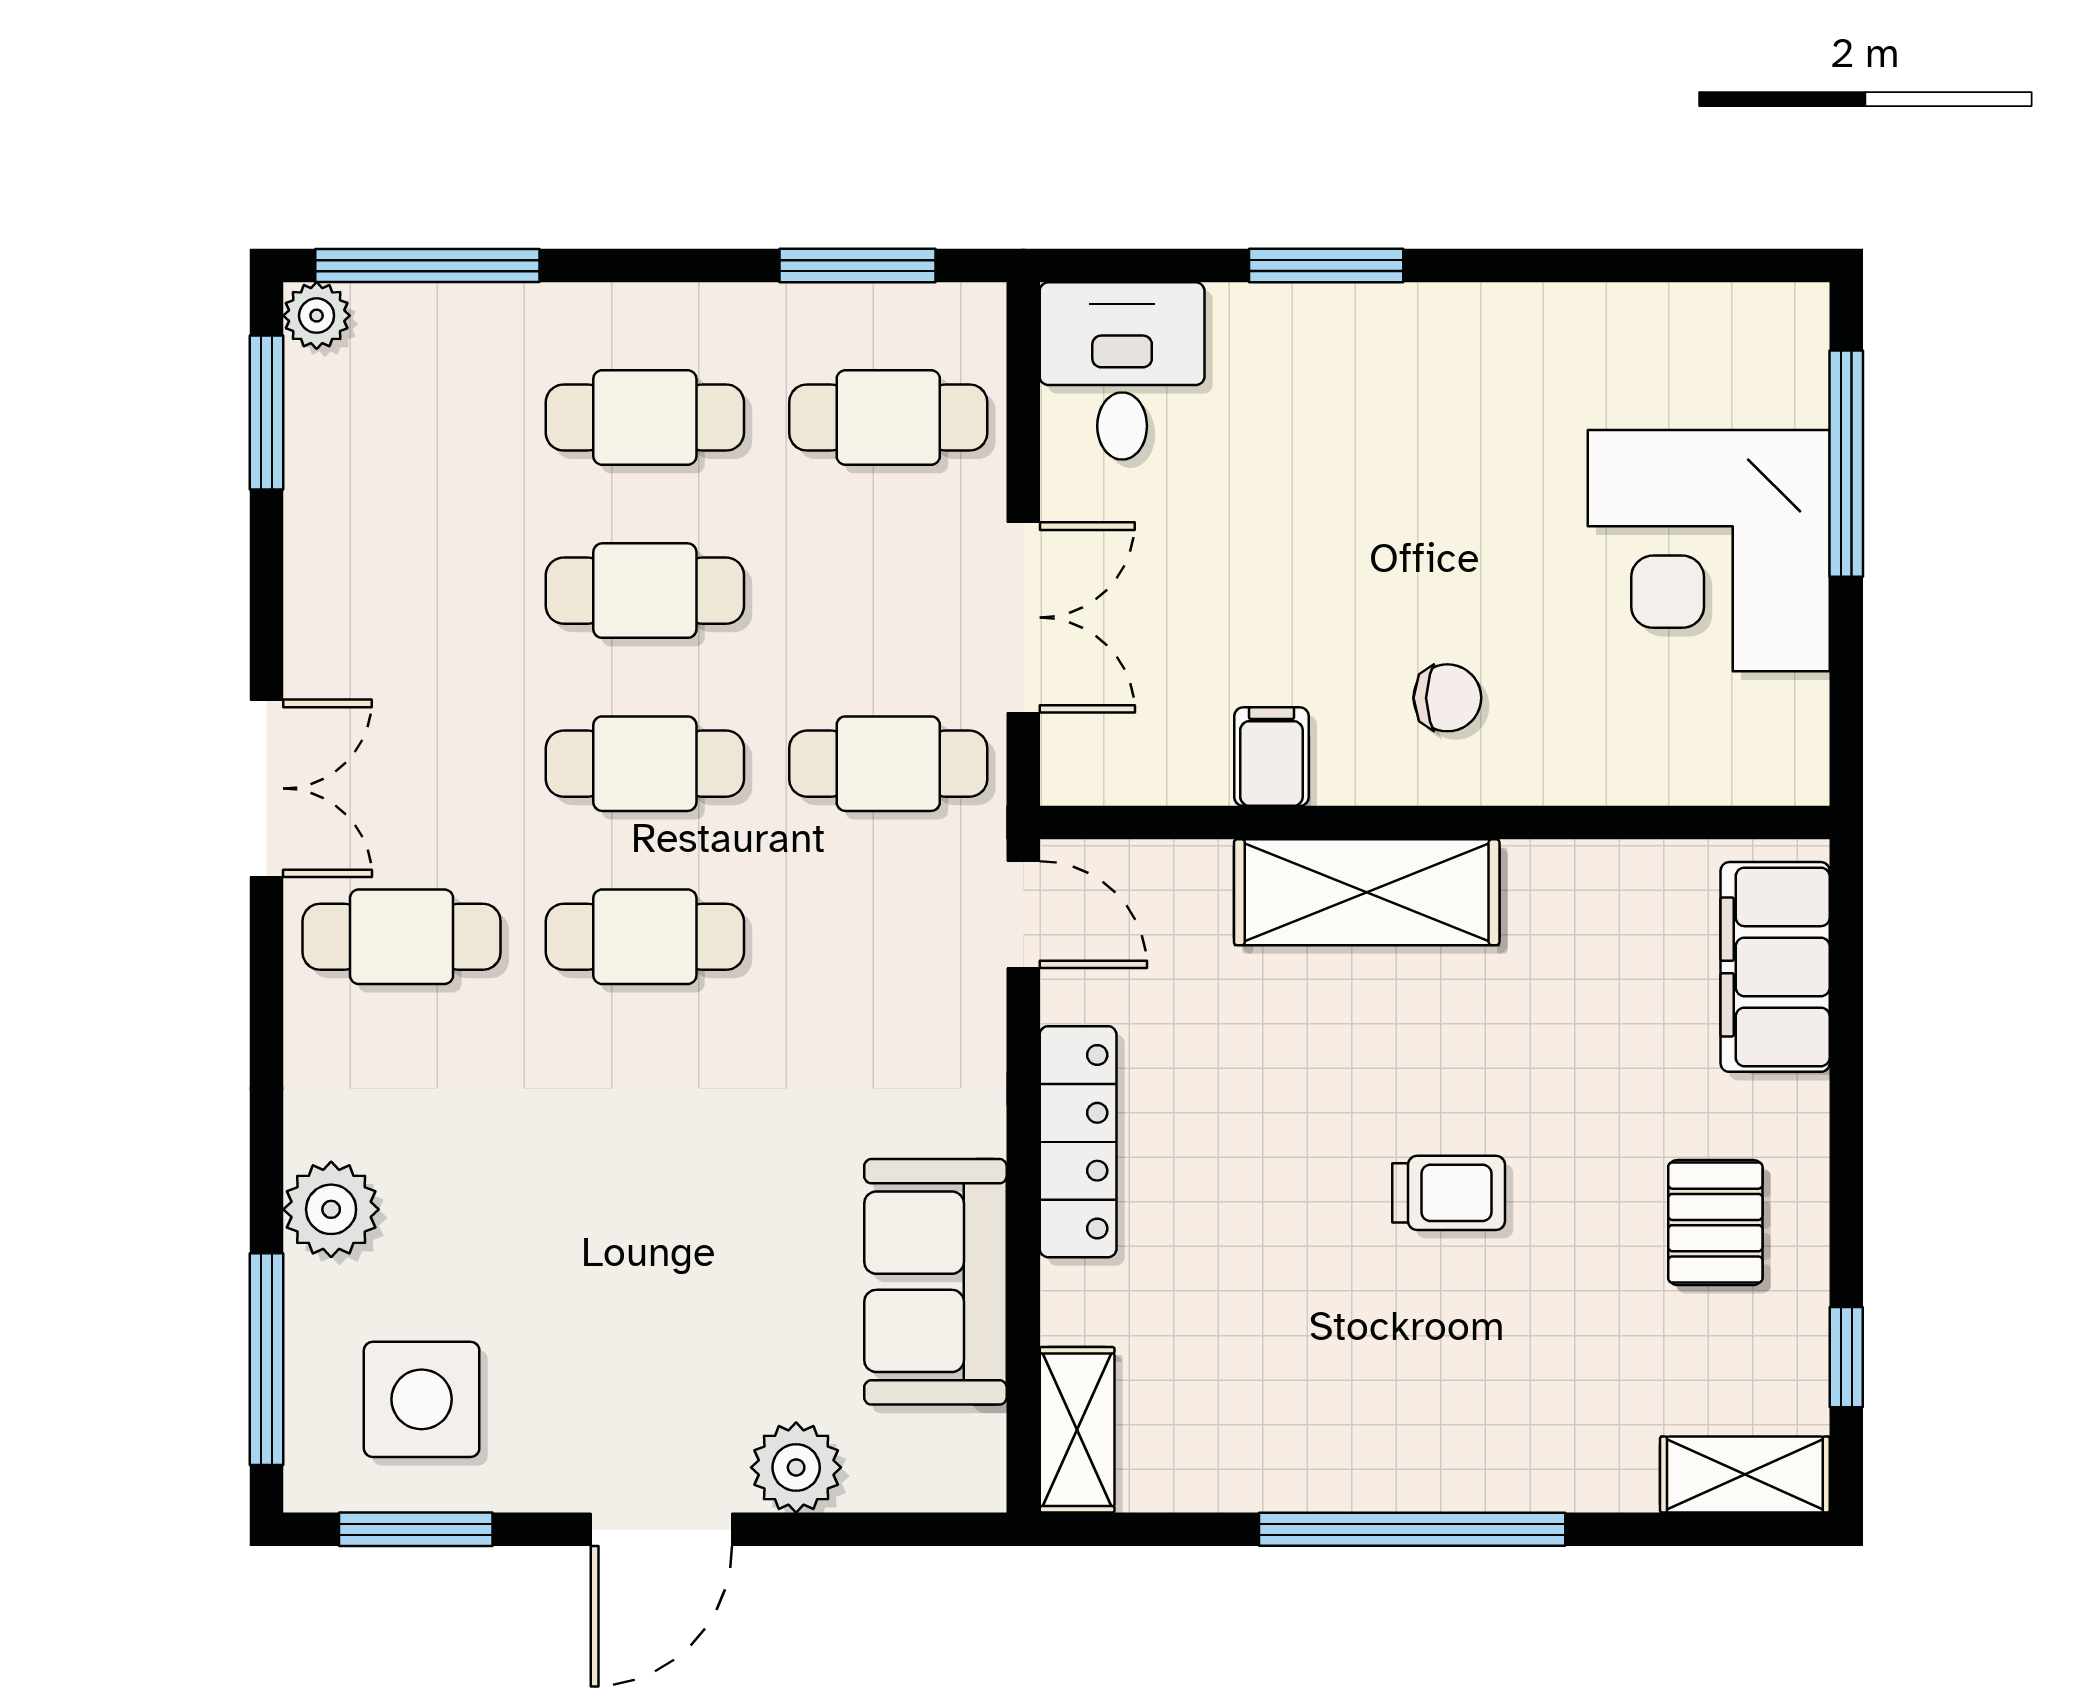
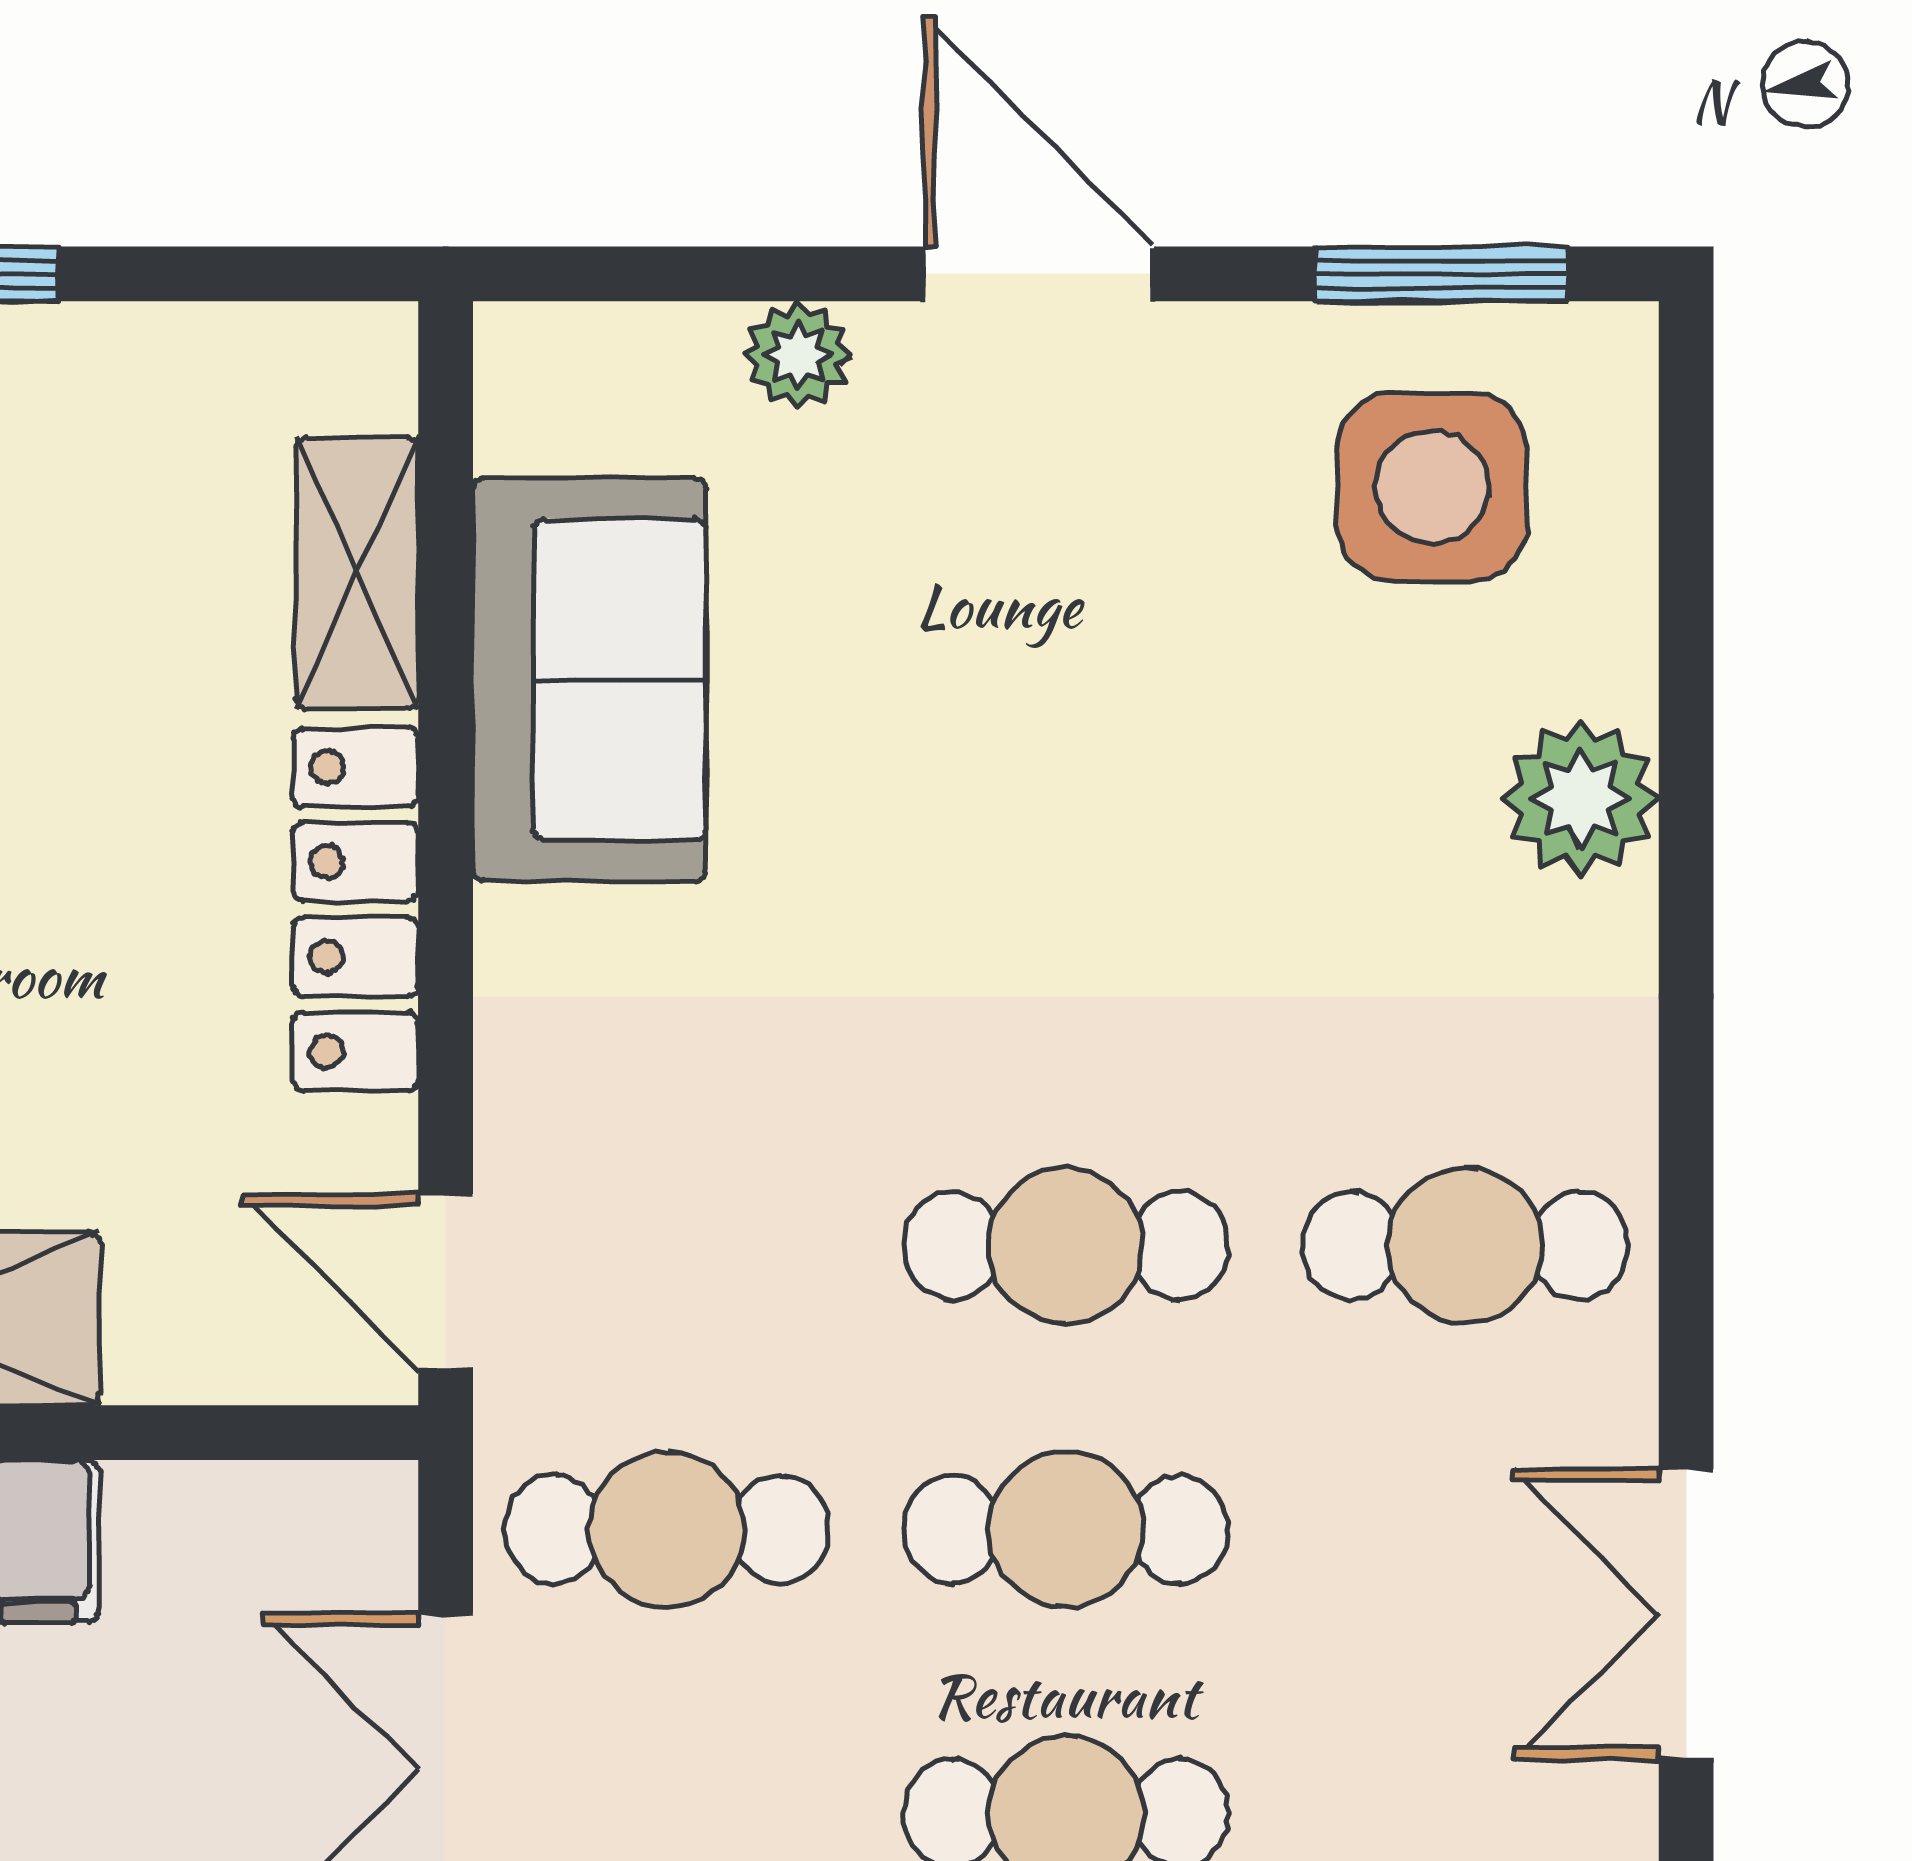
double door: (267, 788) -> (1686, 1614), moved
window: (267, 1359) -> (1686, 553), removed
shelving: (1077, 1430) -> (357, 573), moved
plant: (796, 1467) -> (798, 355), width x0.73, depth x0.73
door: (661, 1529) -> (1039, 274), hinge flipped

